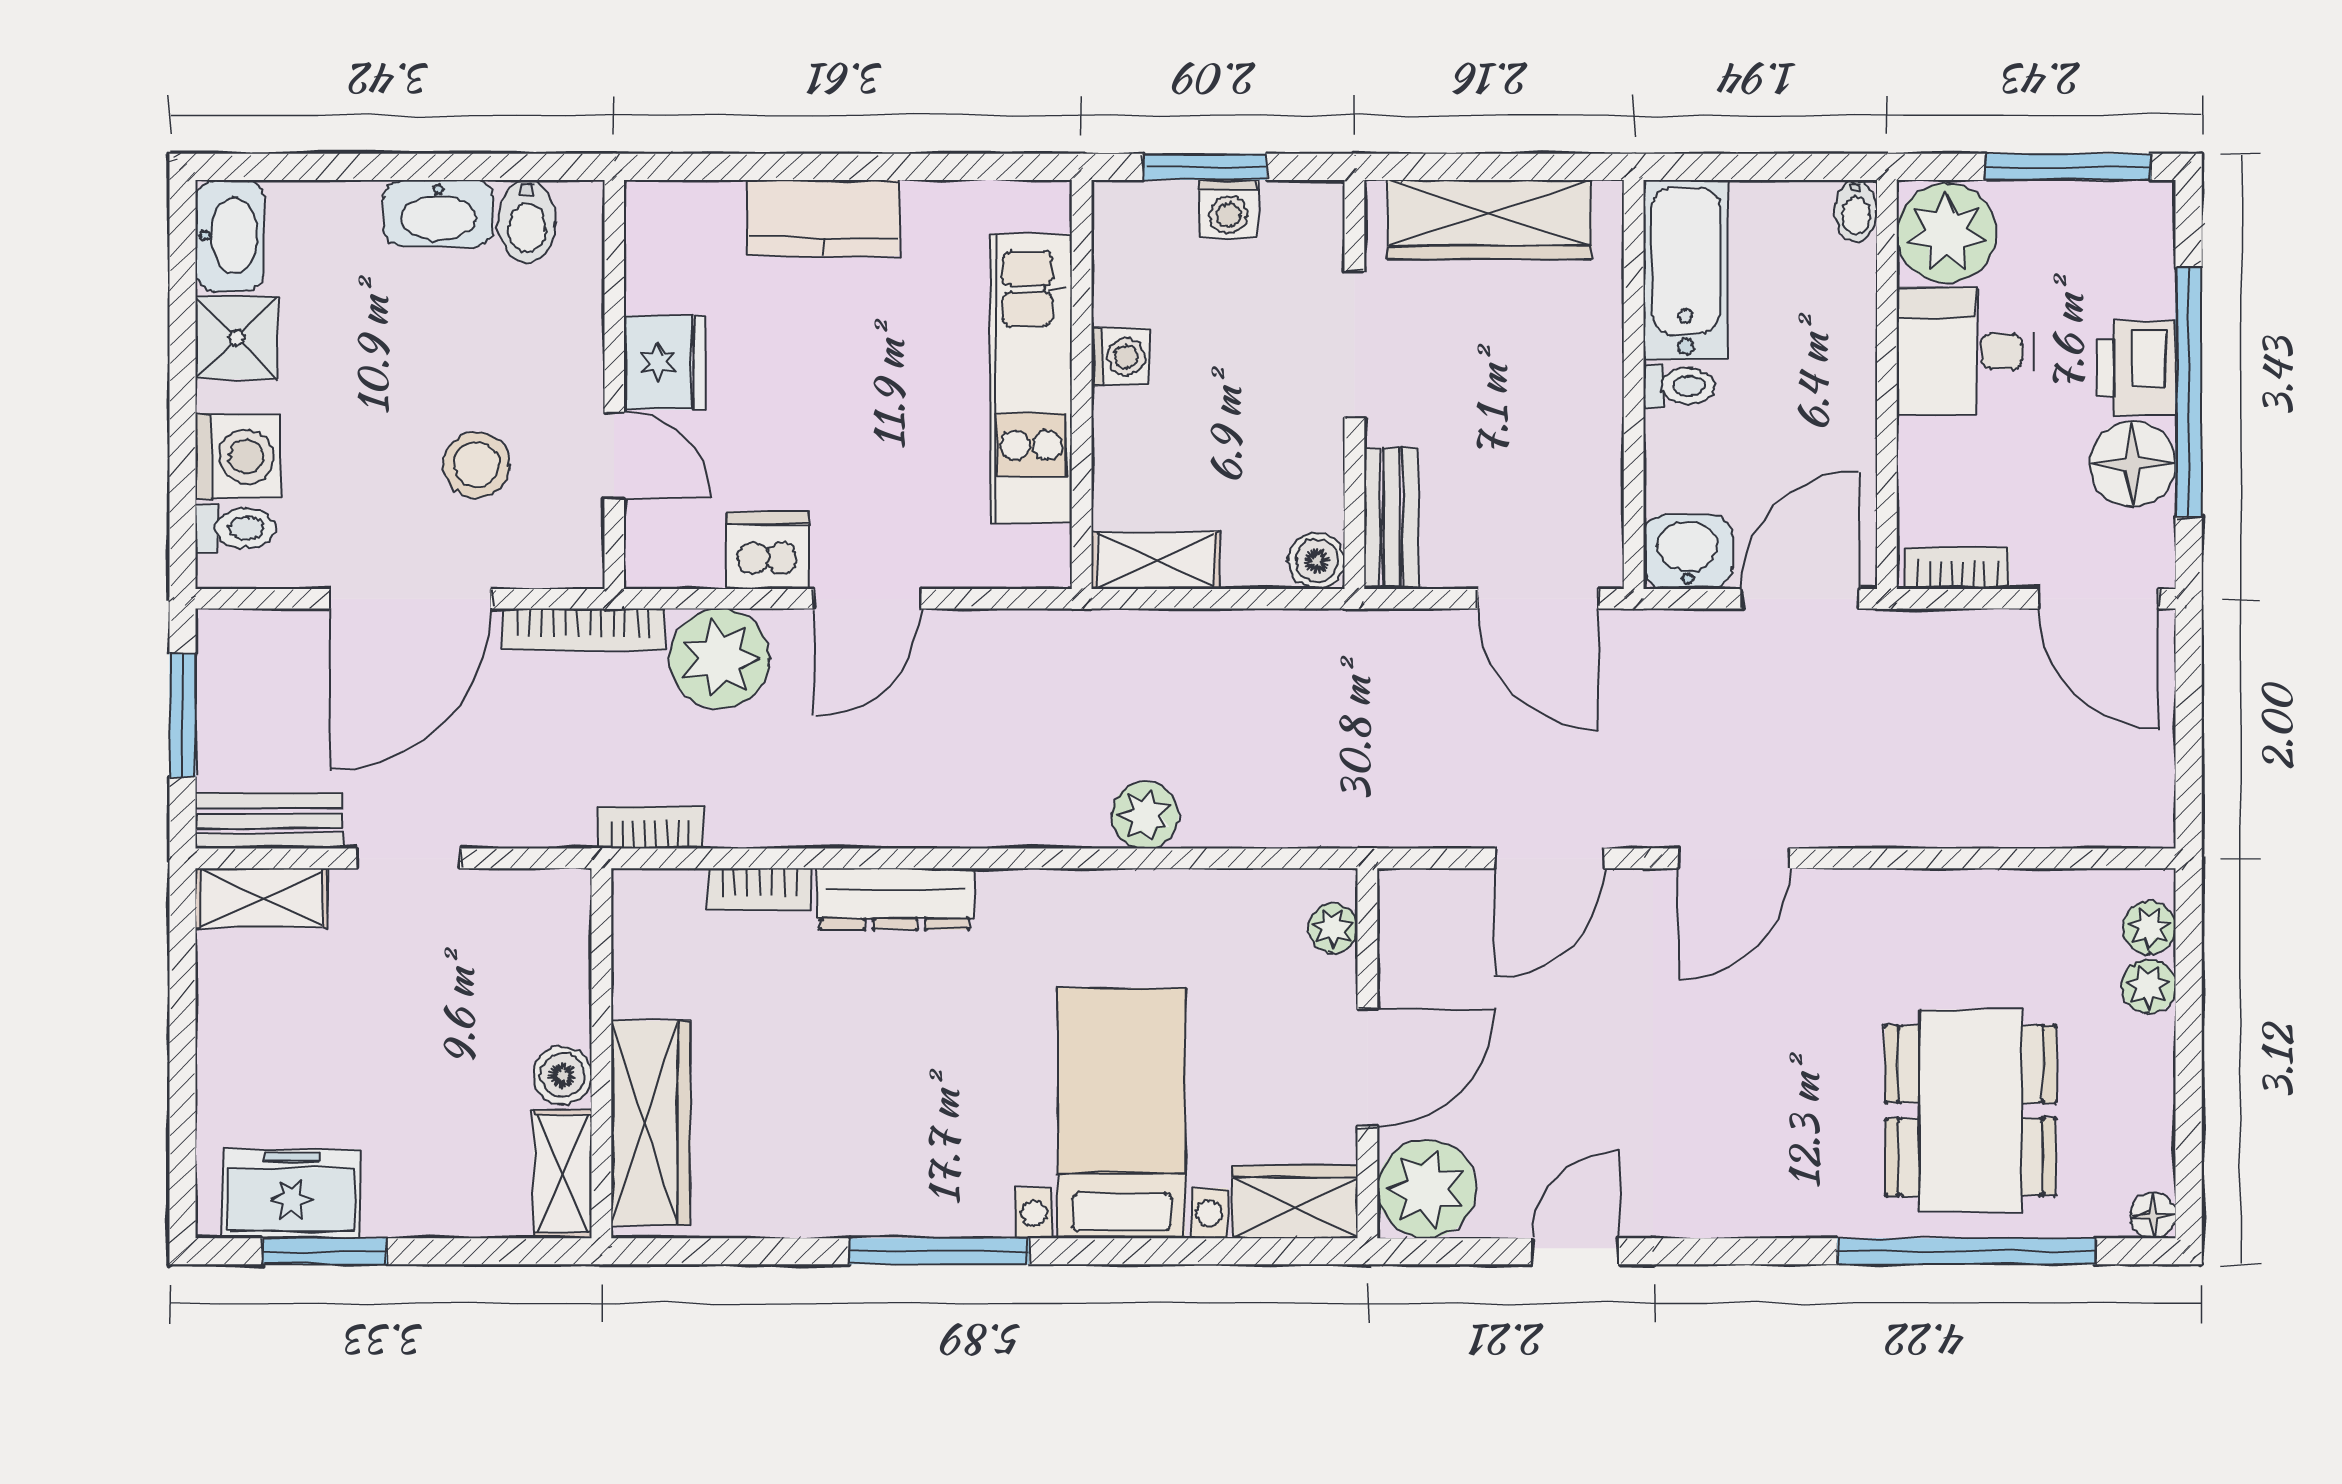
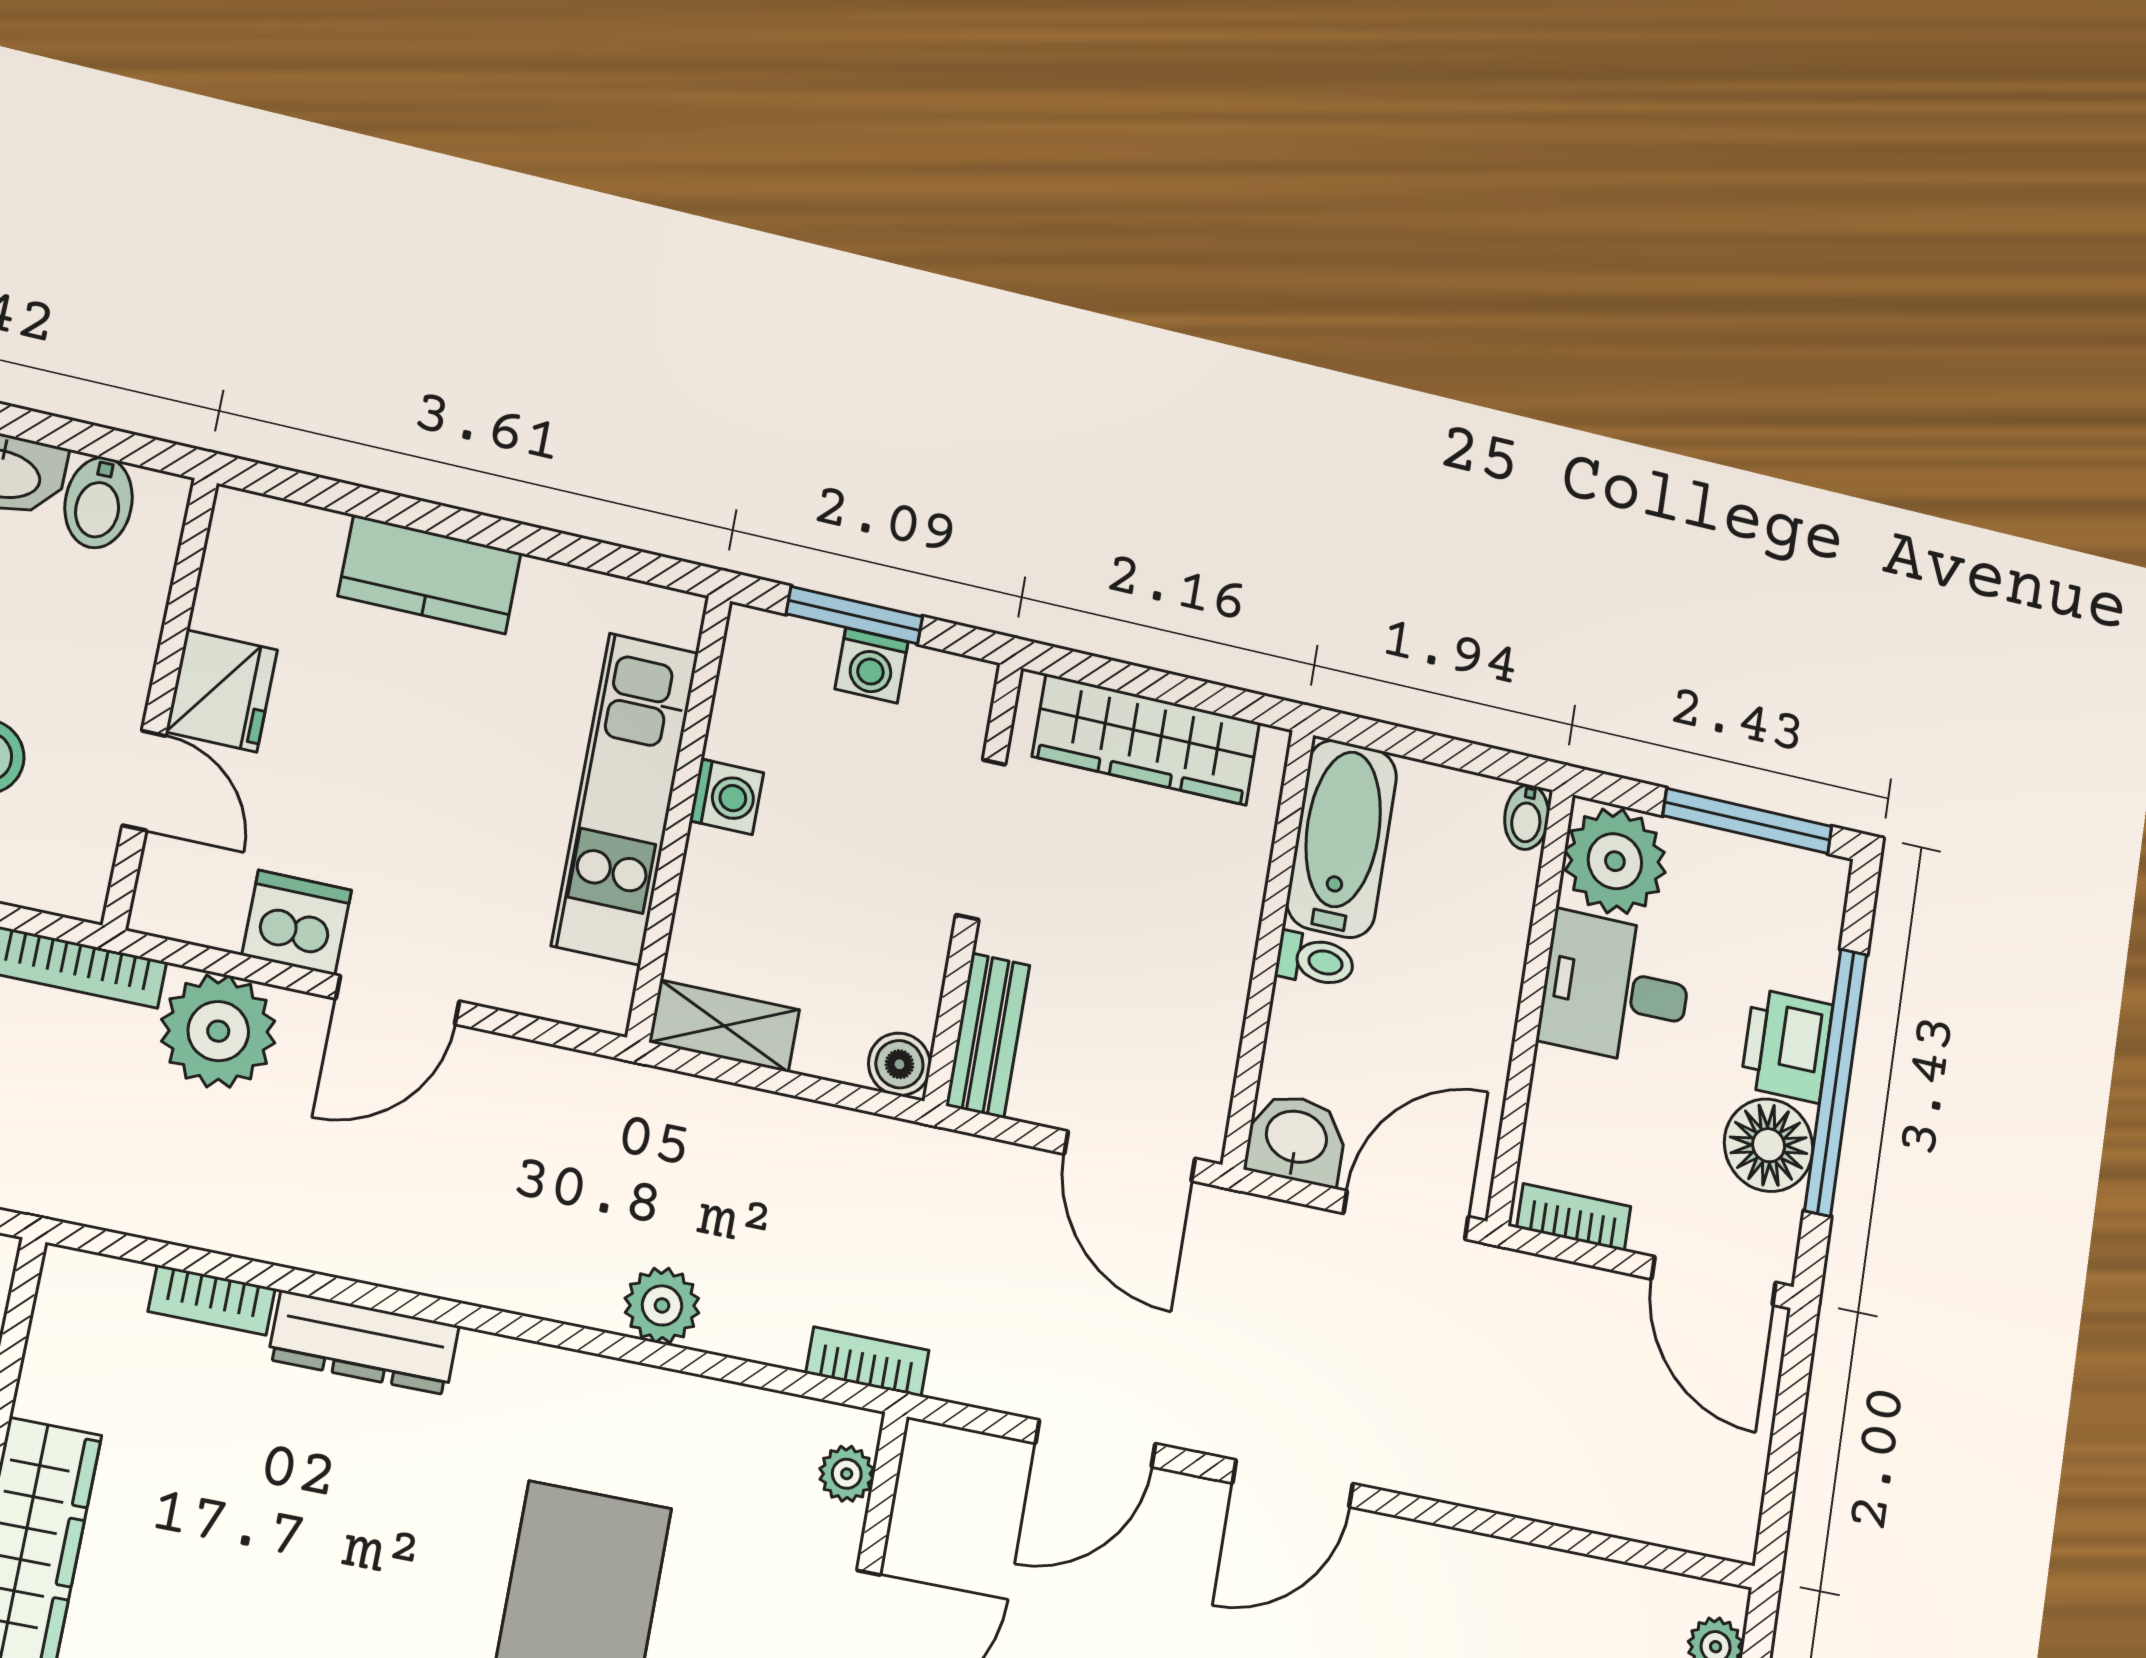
bookcase: (651, 828) -> (867, 1362), moved

